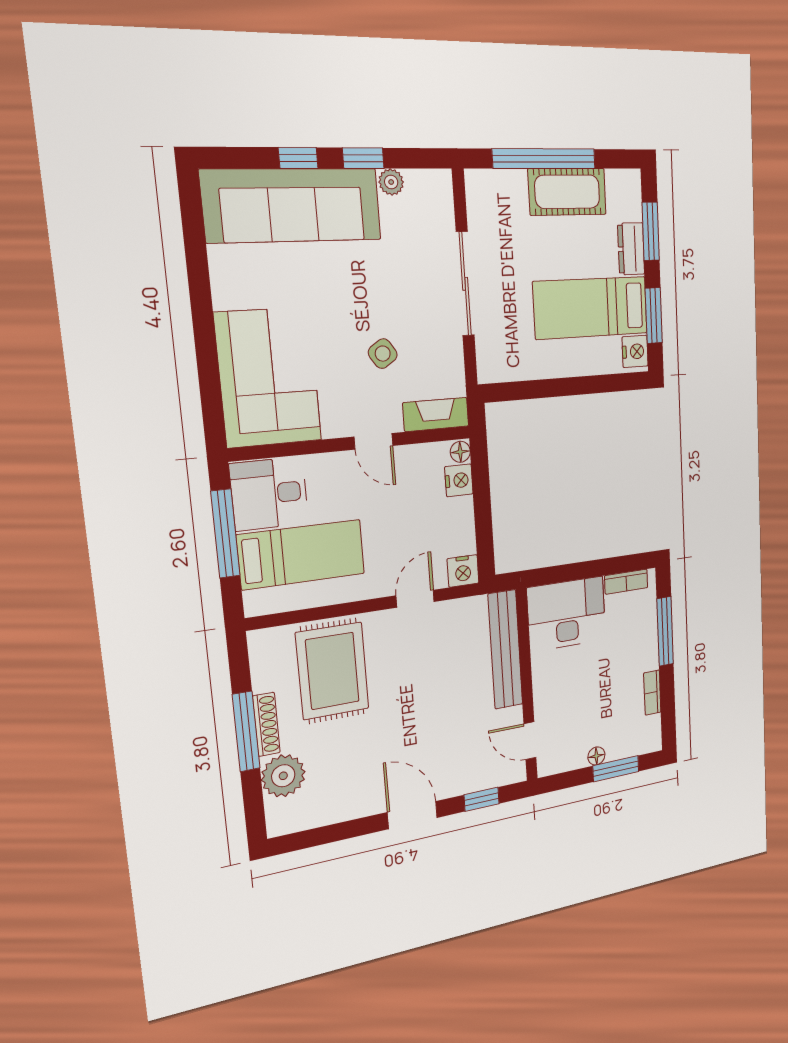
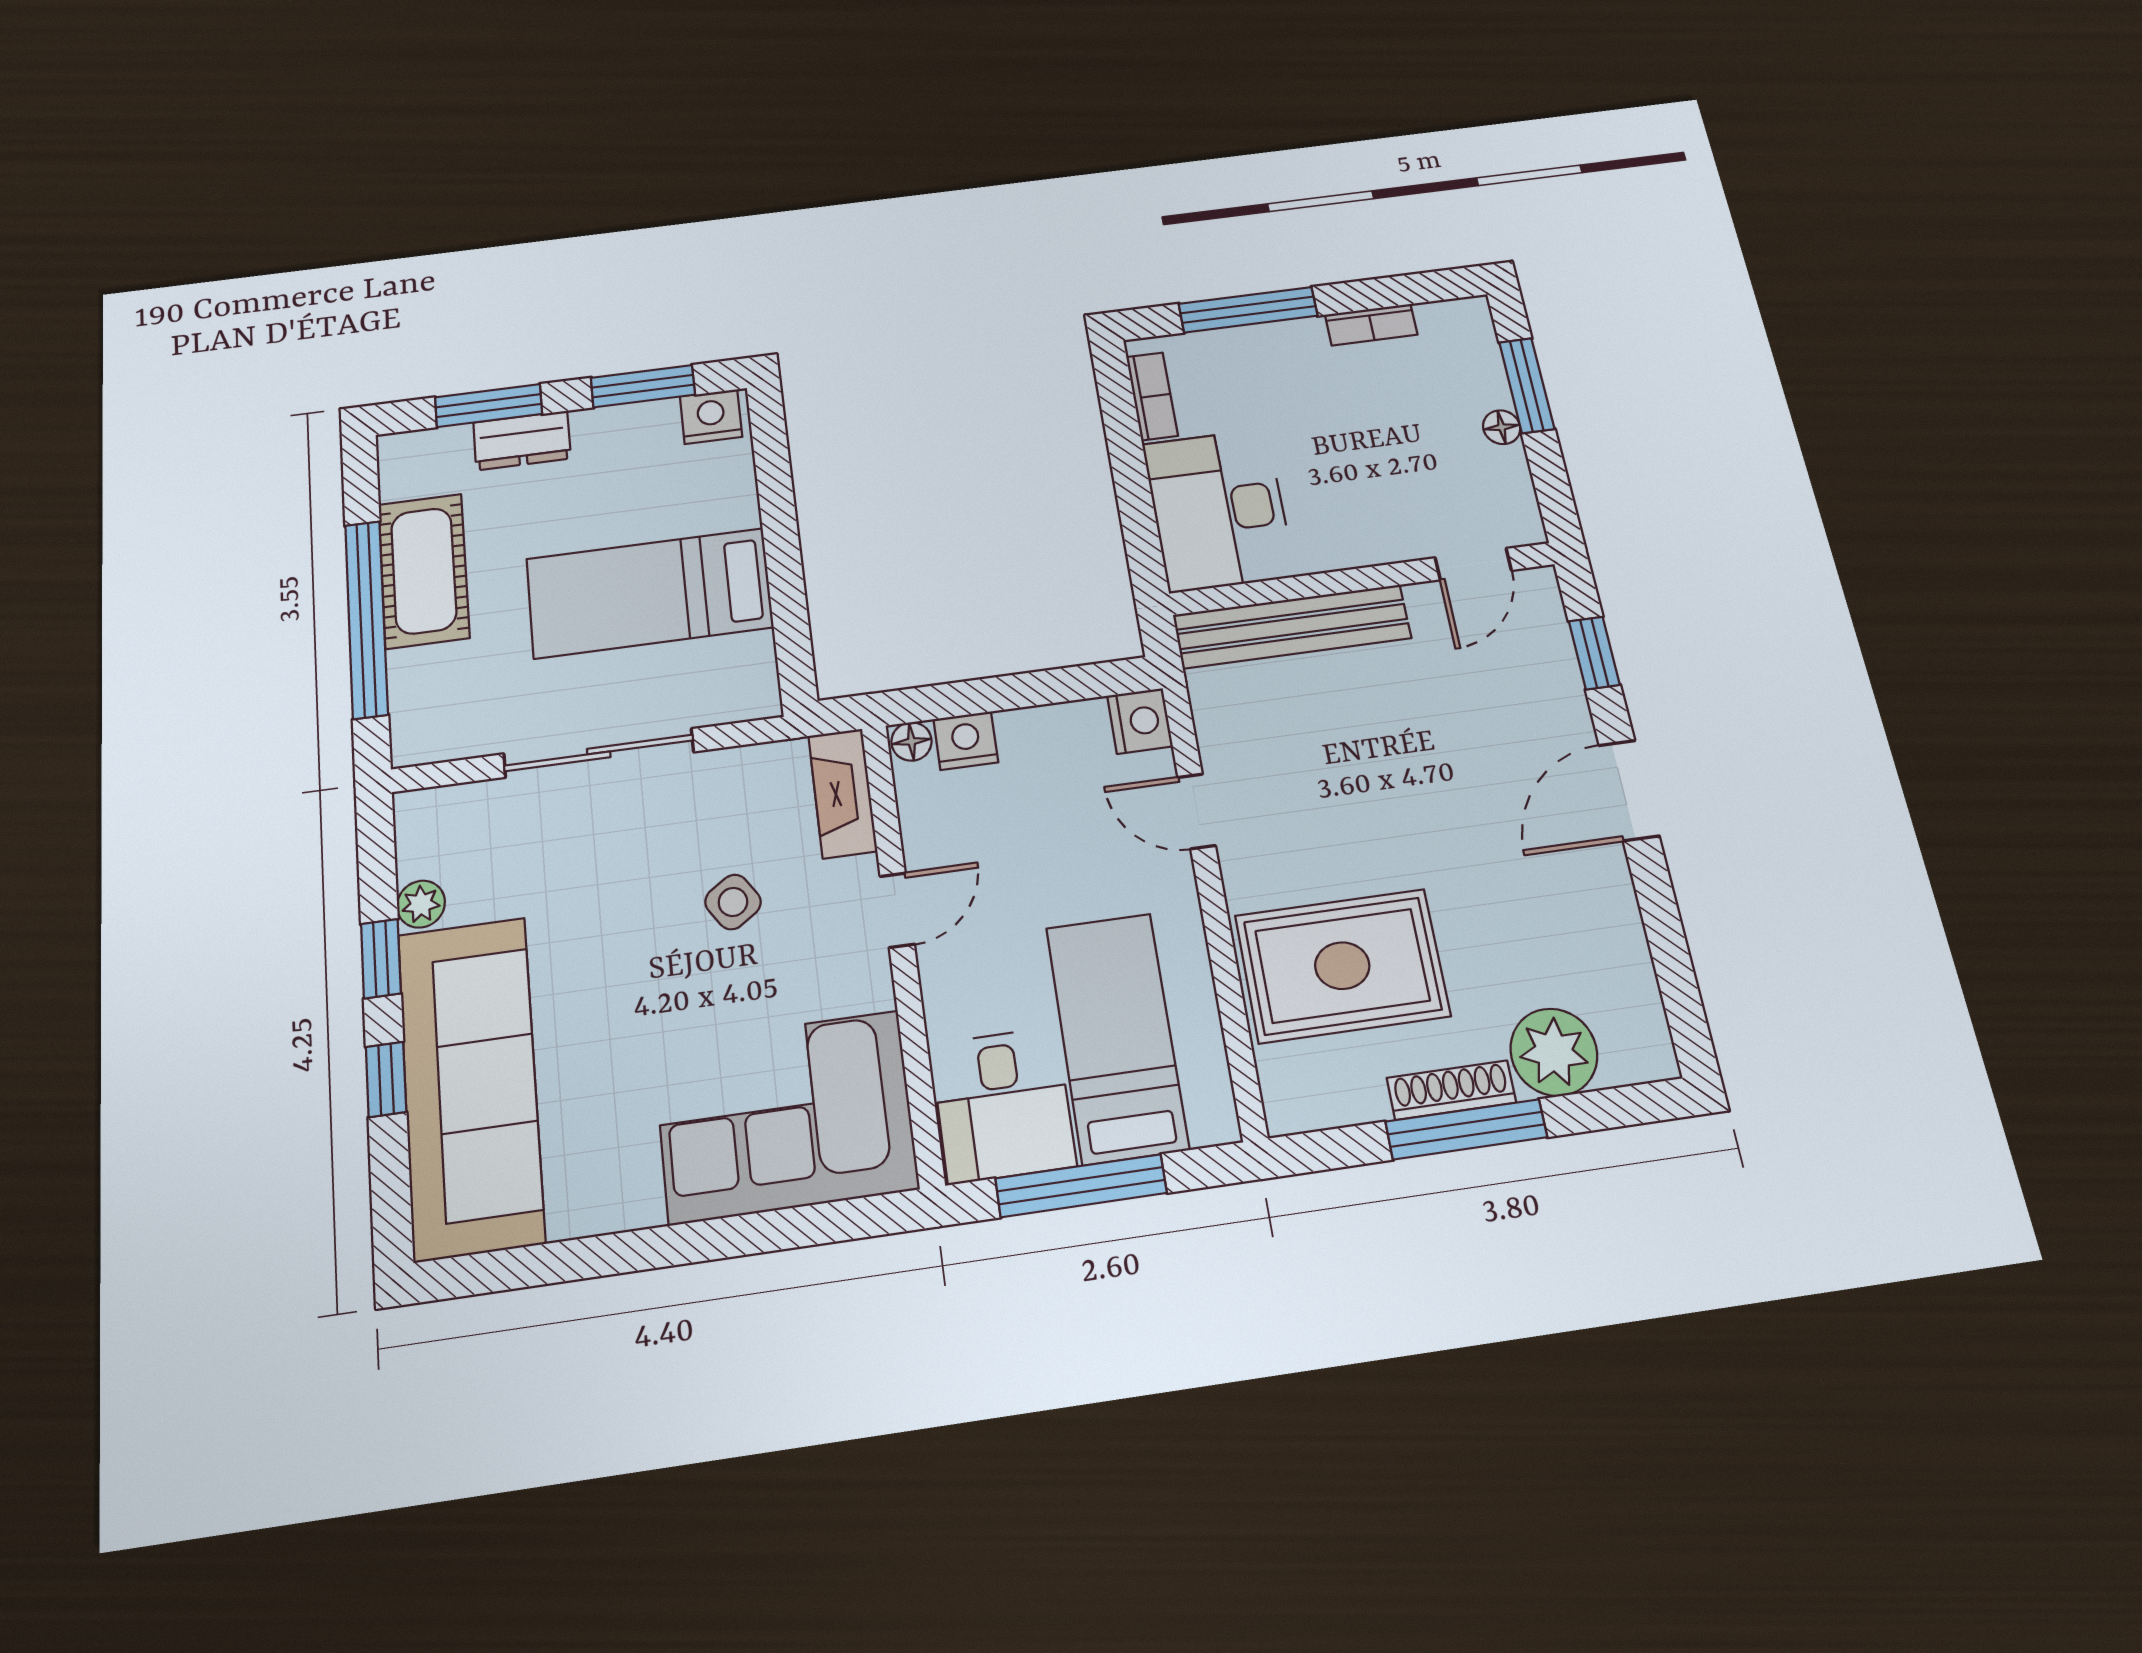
bed: (591, 308) -> (650, 593), moved, turned 90

